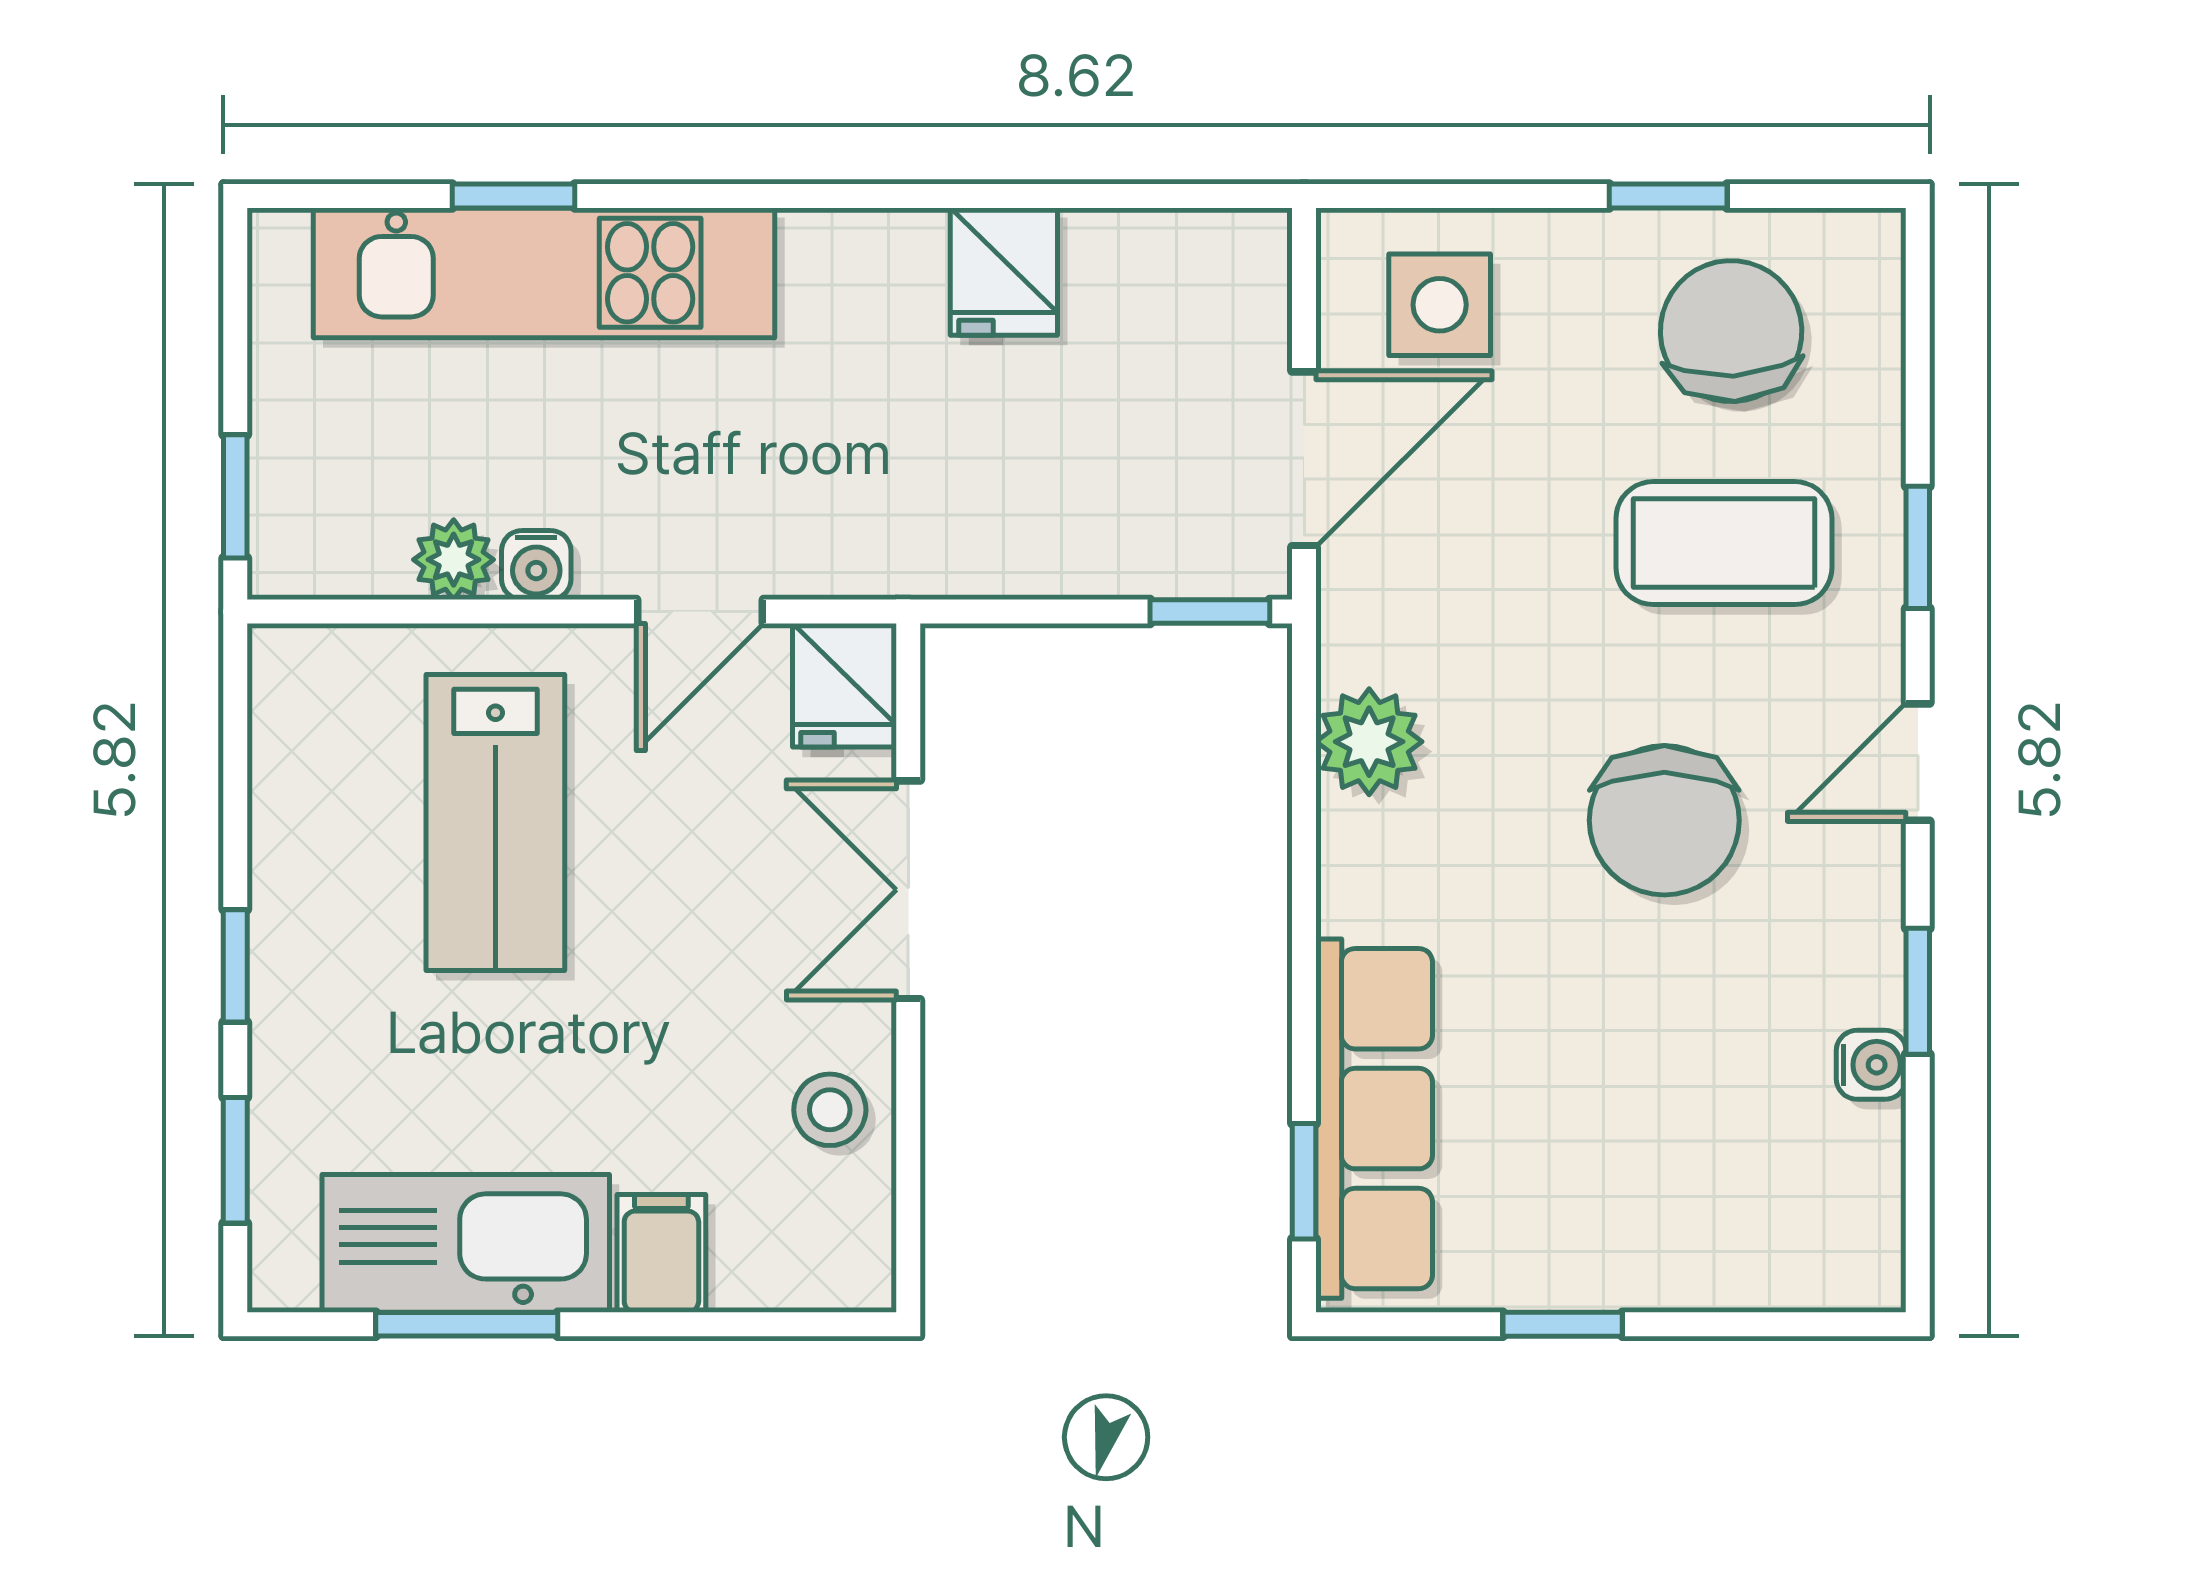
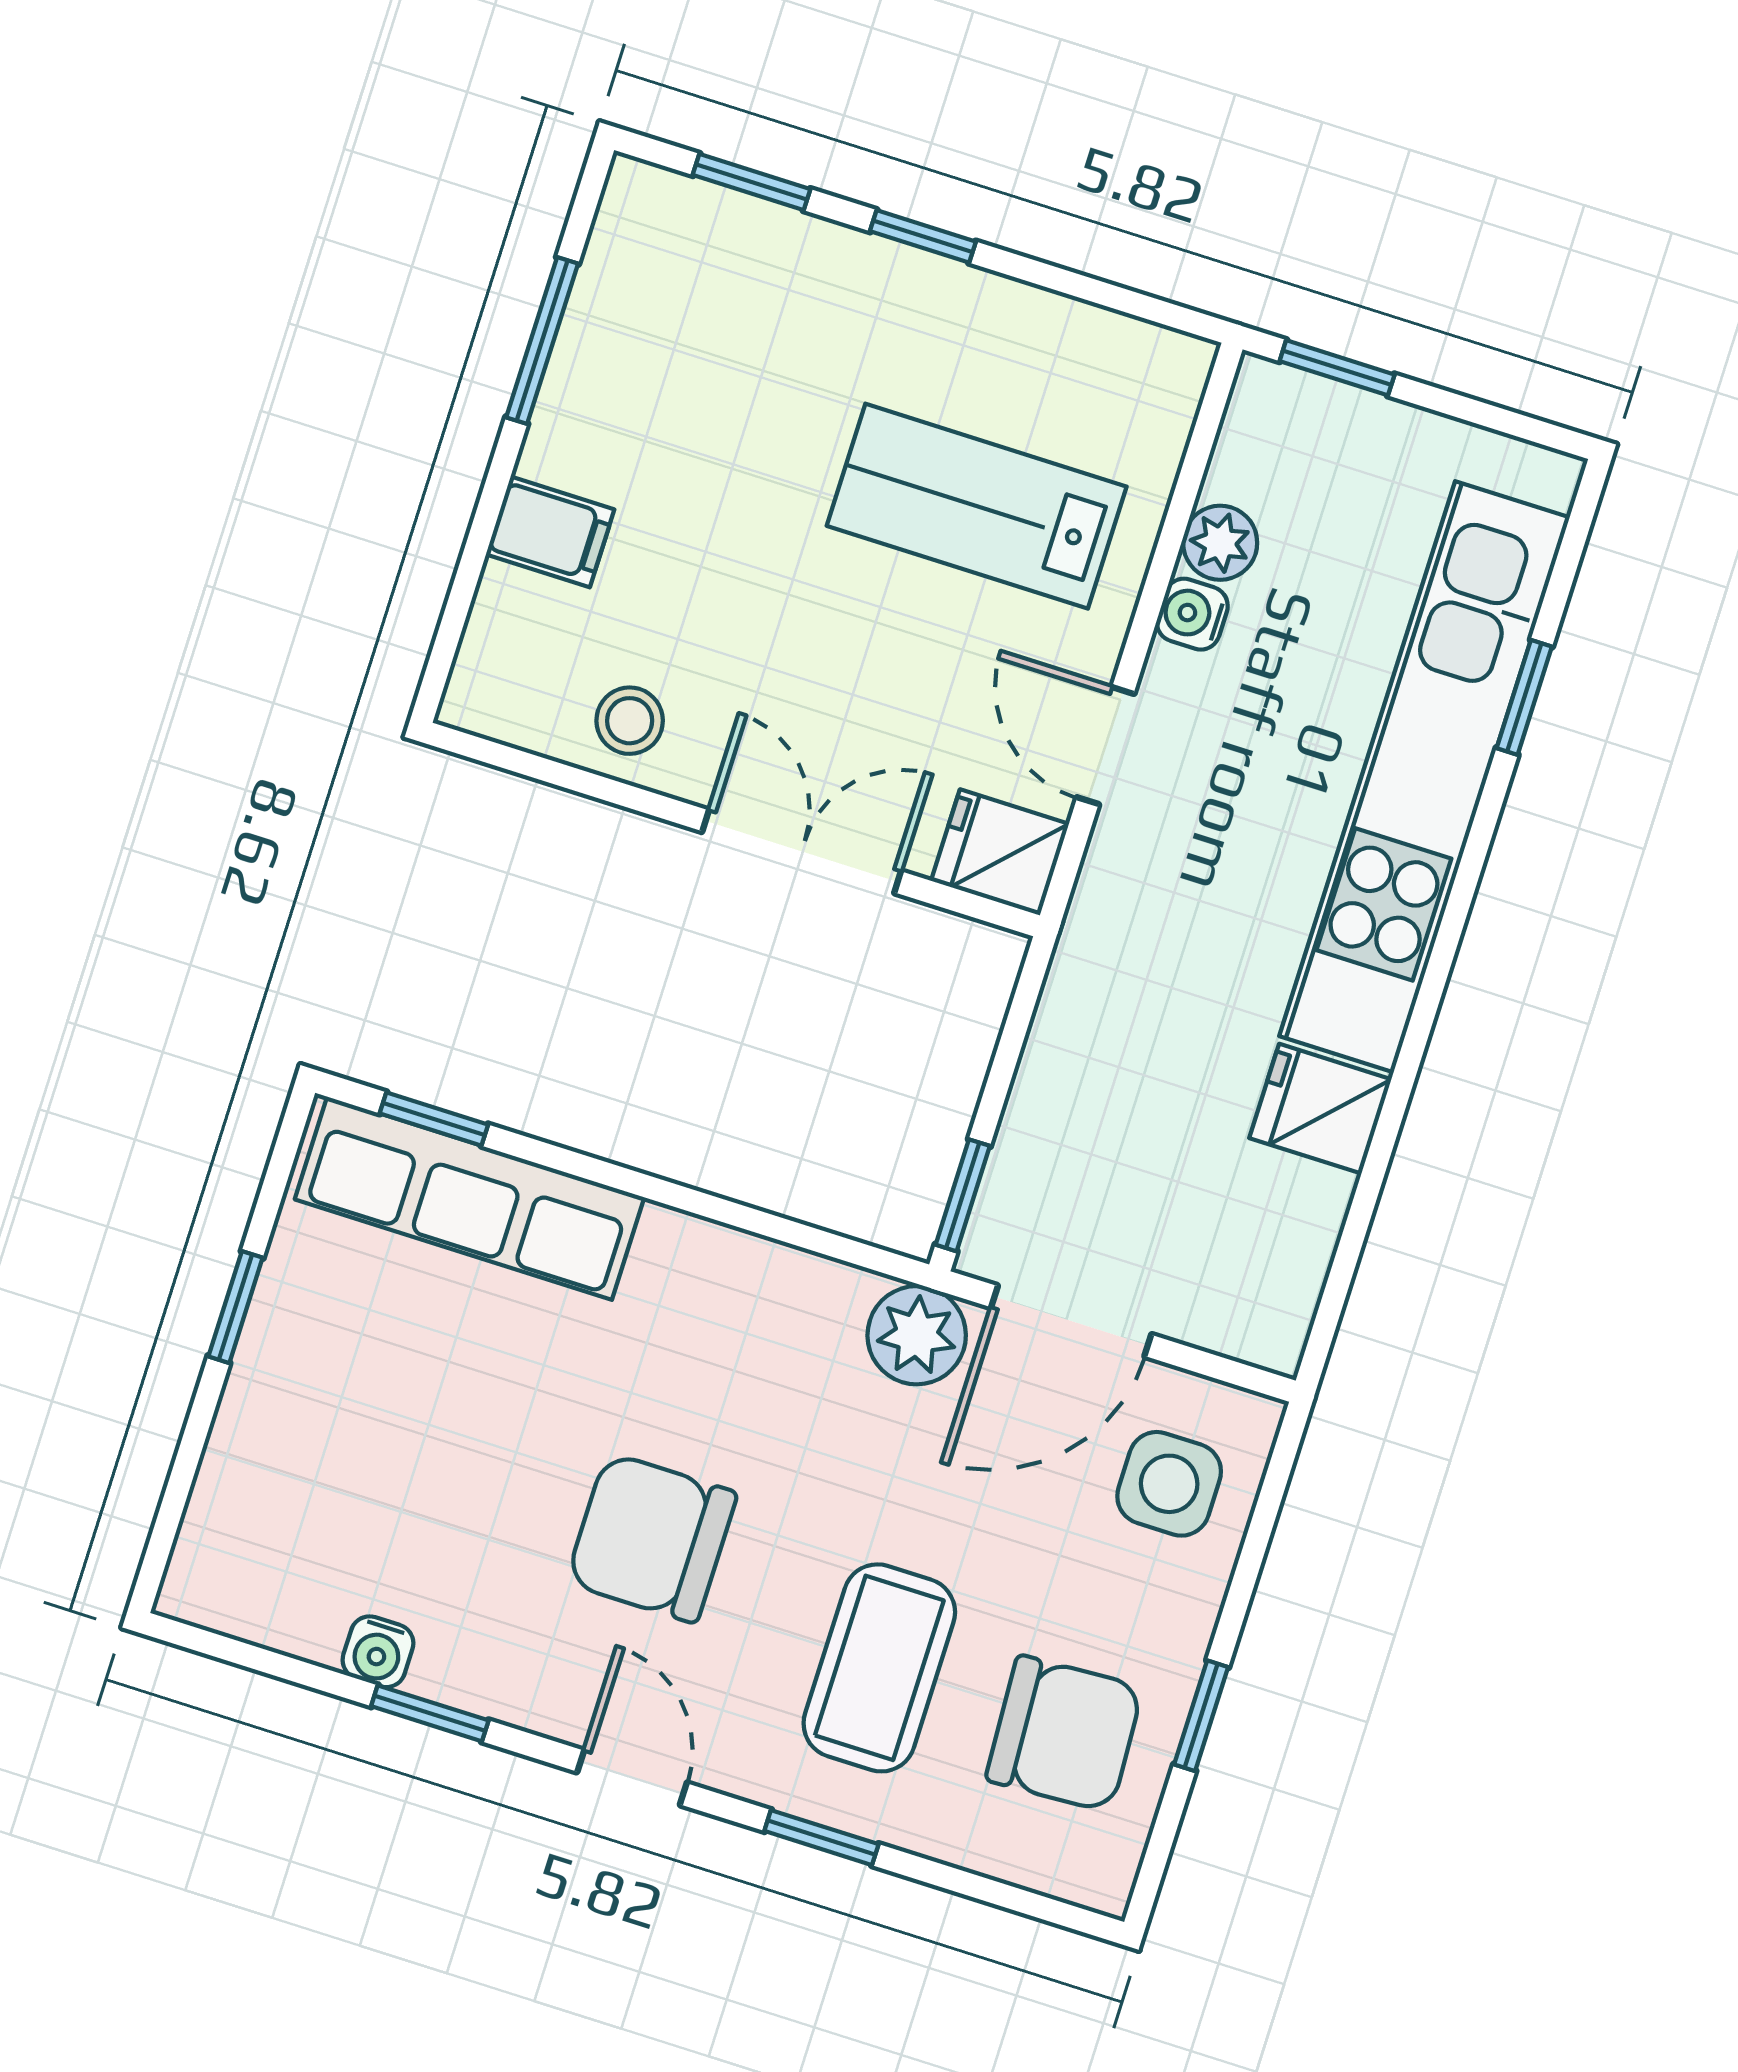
kitchen unit: (544, 273) -> (1424, 777), width x1.36
door: (1304, 459) -> (1071, 1321), hinge flipped
plant: (1369, 742) -> (917, 1335), moved
kitchen sink: (466, 1243) -> (614, 362), removed

